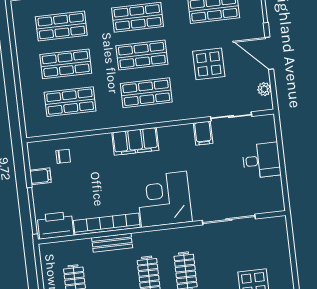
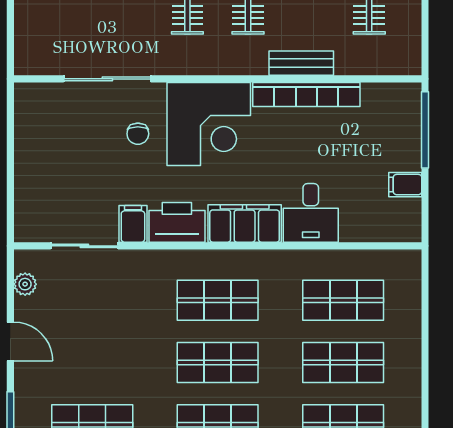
door: (269, 53) -> (10, 341), width x0.73
display table: (209, 64) -> (111, 335), removed
chair: (63, 156) -> (138, 134), moved, turned -90
desk: (261, 160) -> (311, 213), moved, turned -90
printer: (55, 225) -> (177, 222), moved, turned 180

